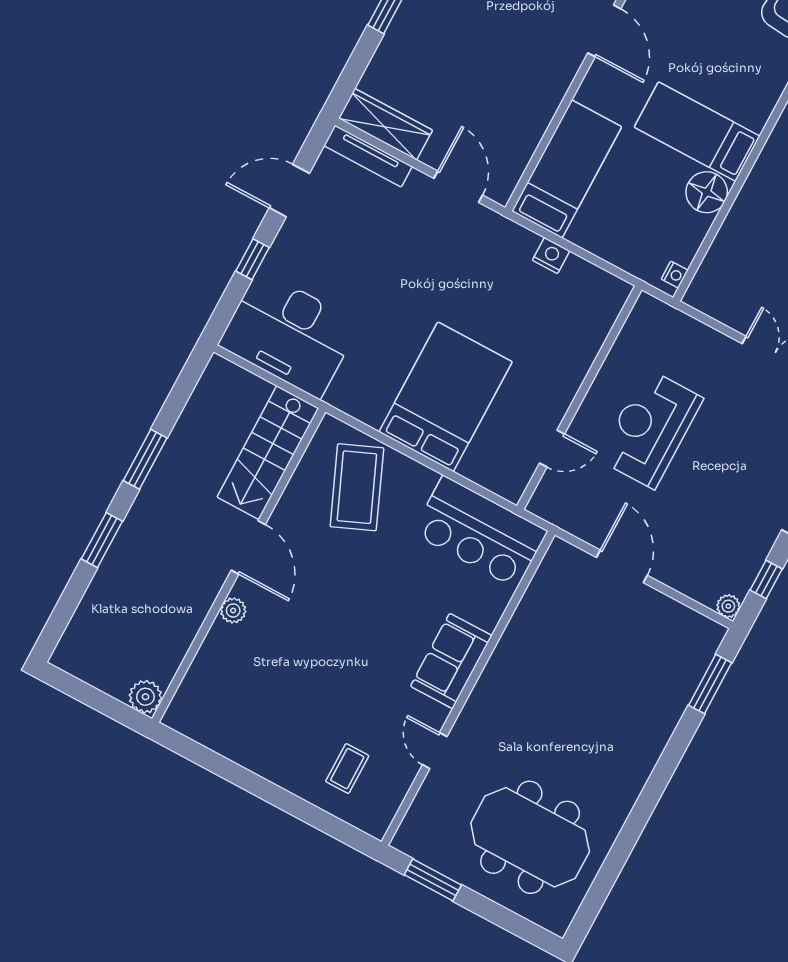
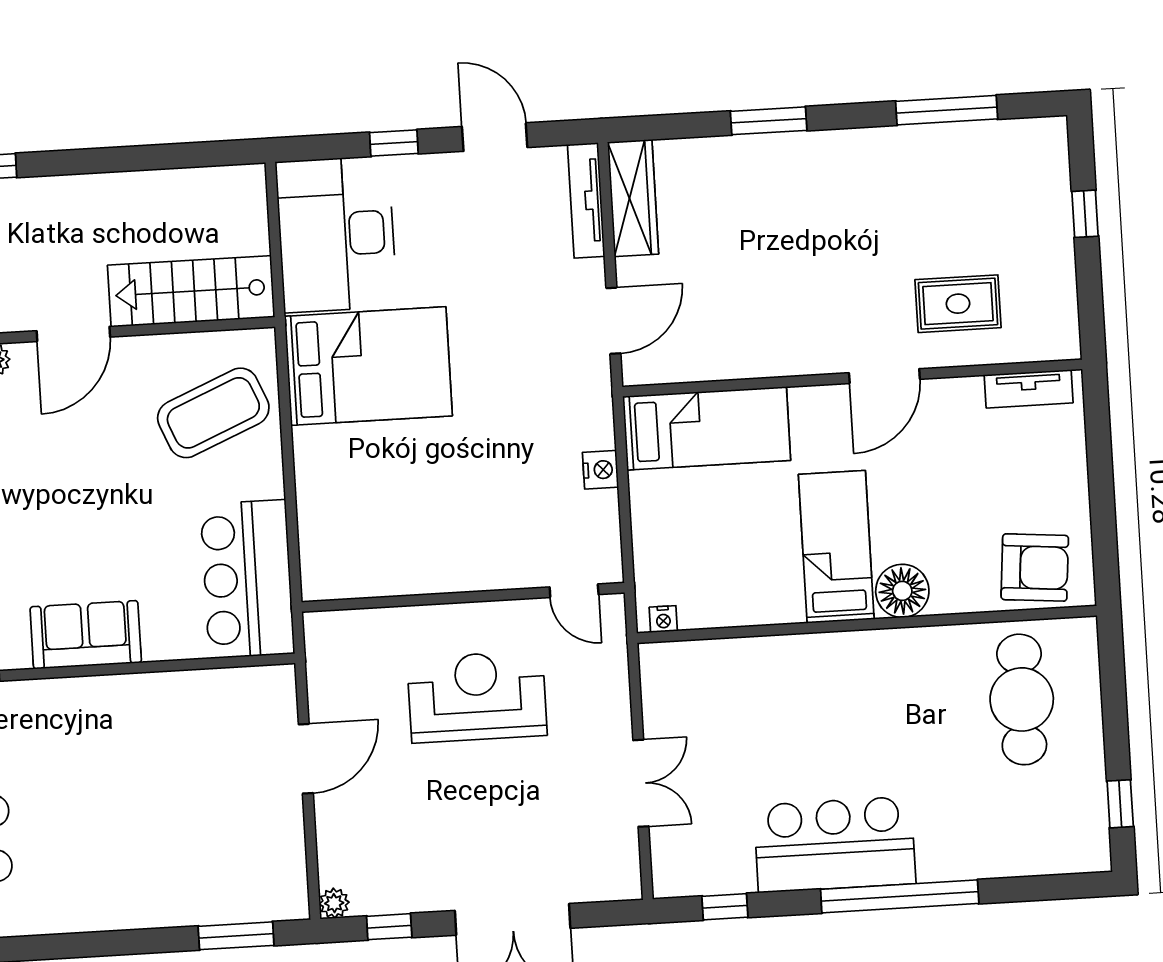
floor lamp: (707, 192) -> (902, 591), moved
bed: (446, 397) -> (368, 366), moved
door: (552, 449) -> (574, 591), moved
window: (145, 459) -> (100, 160), removed

